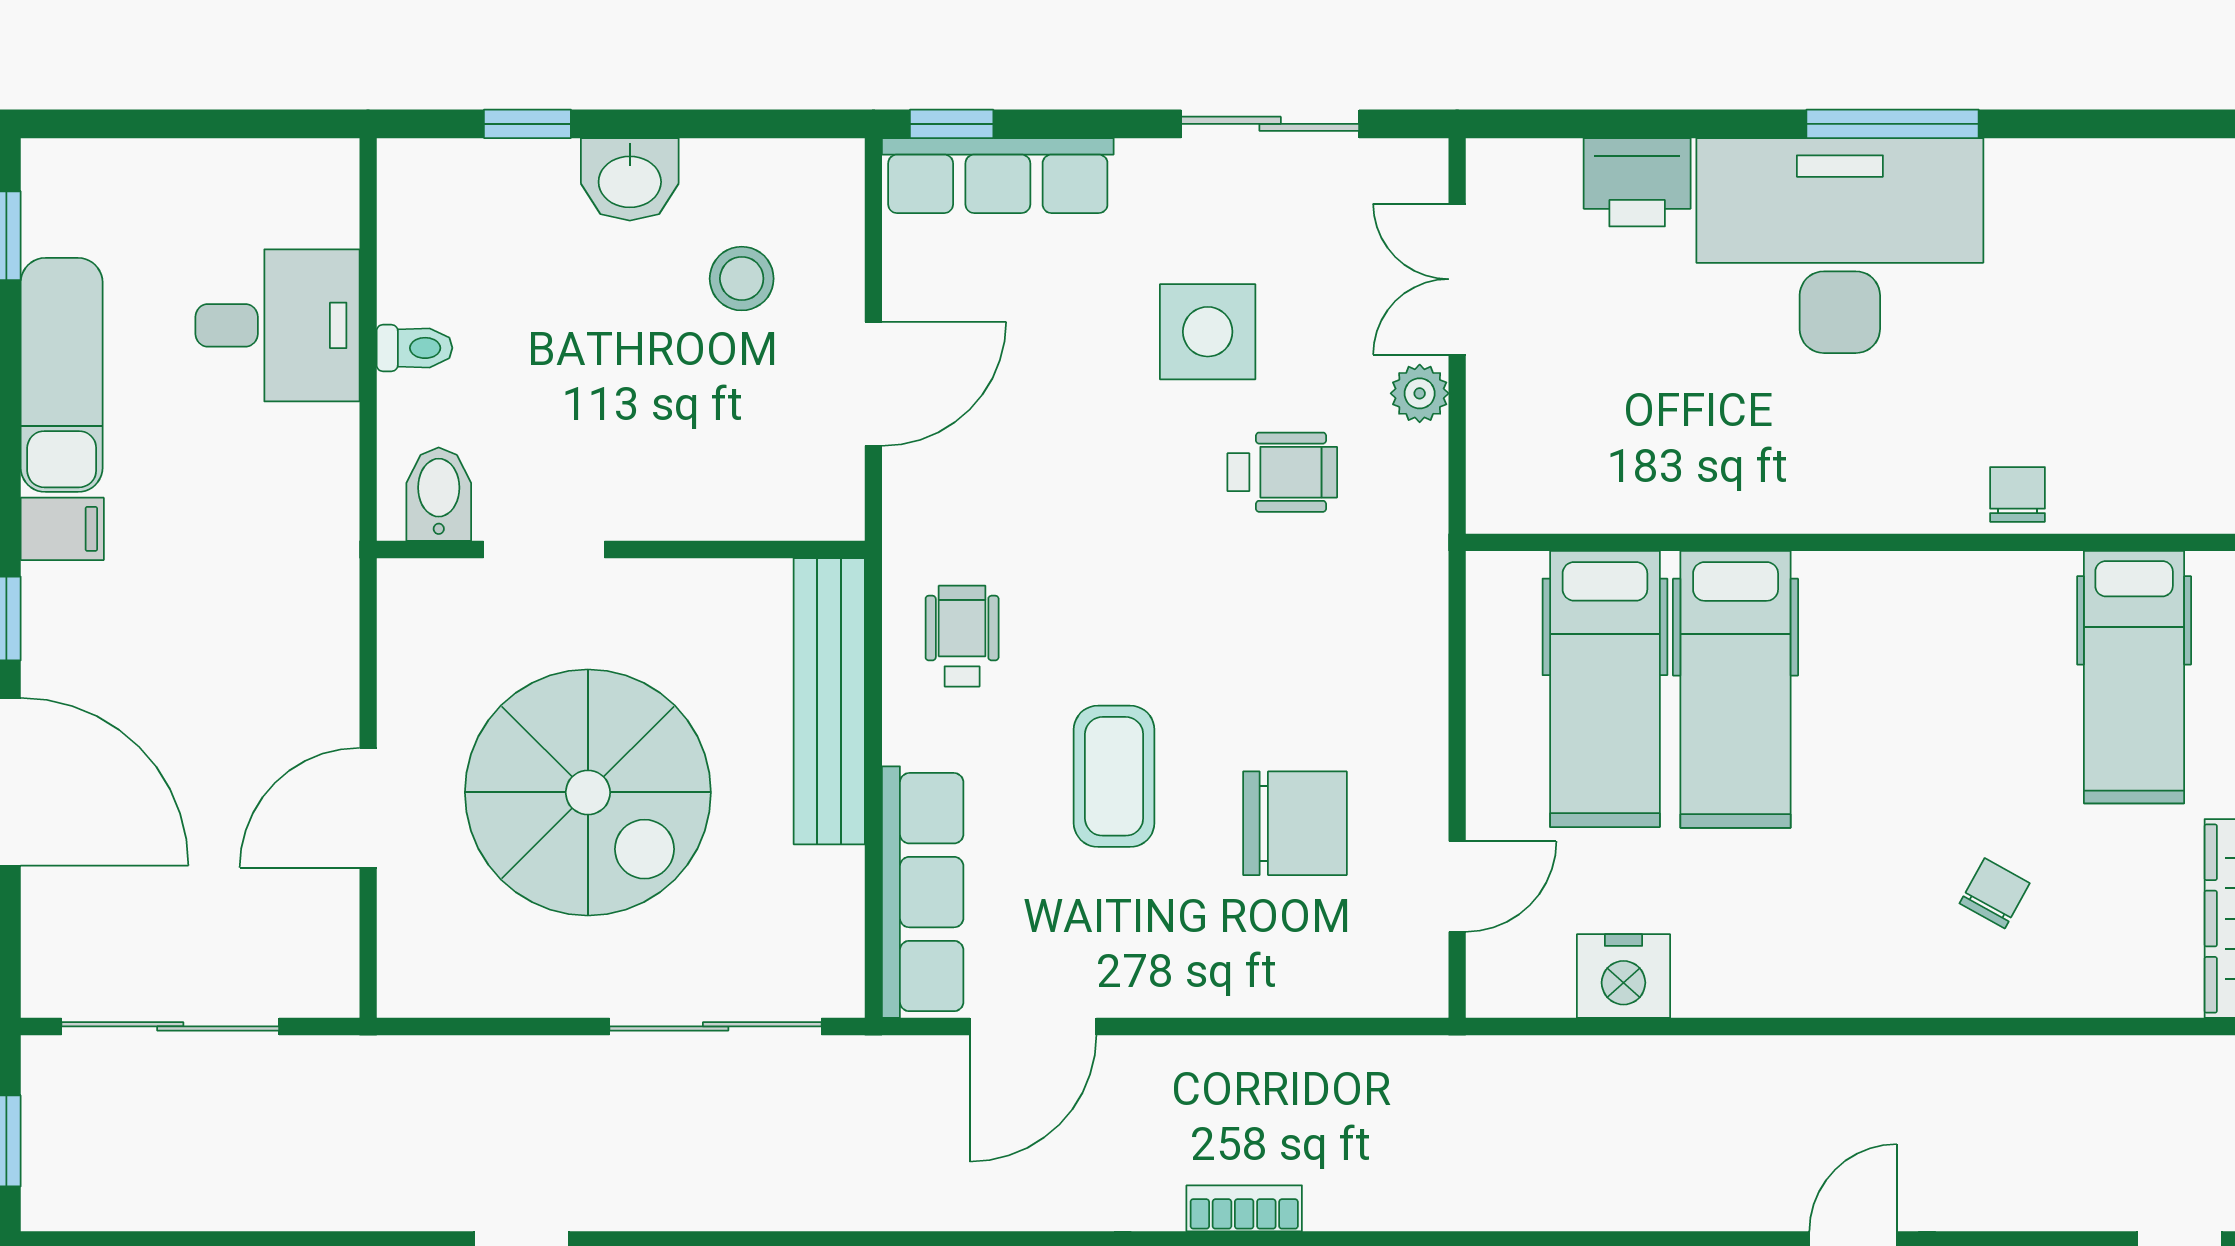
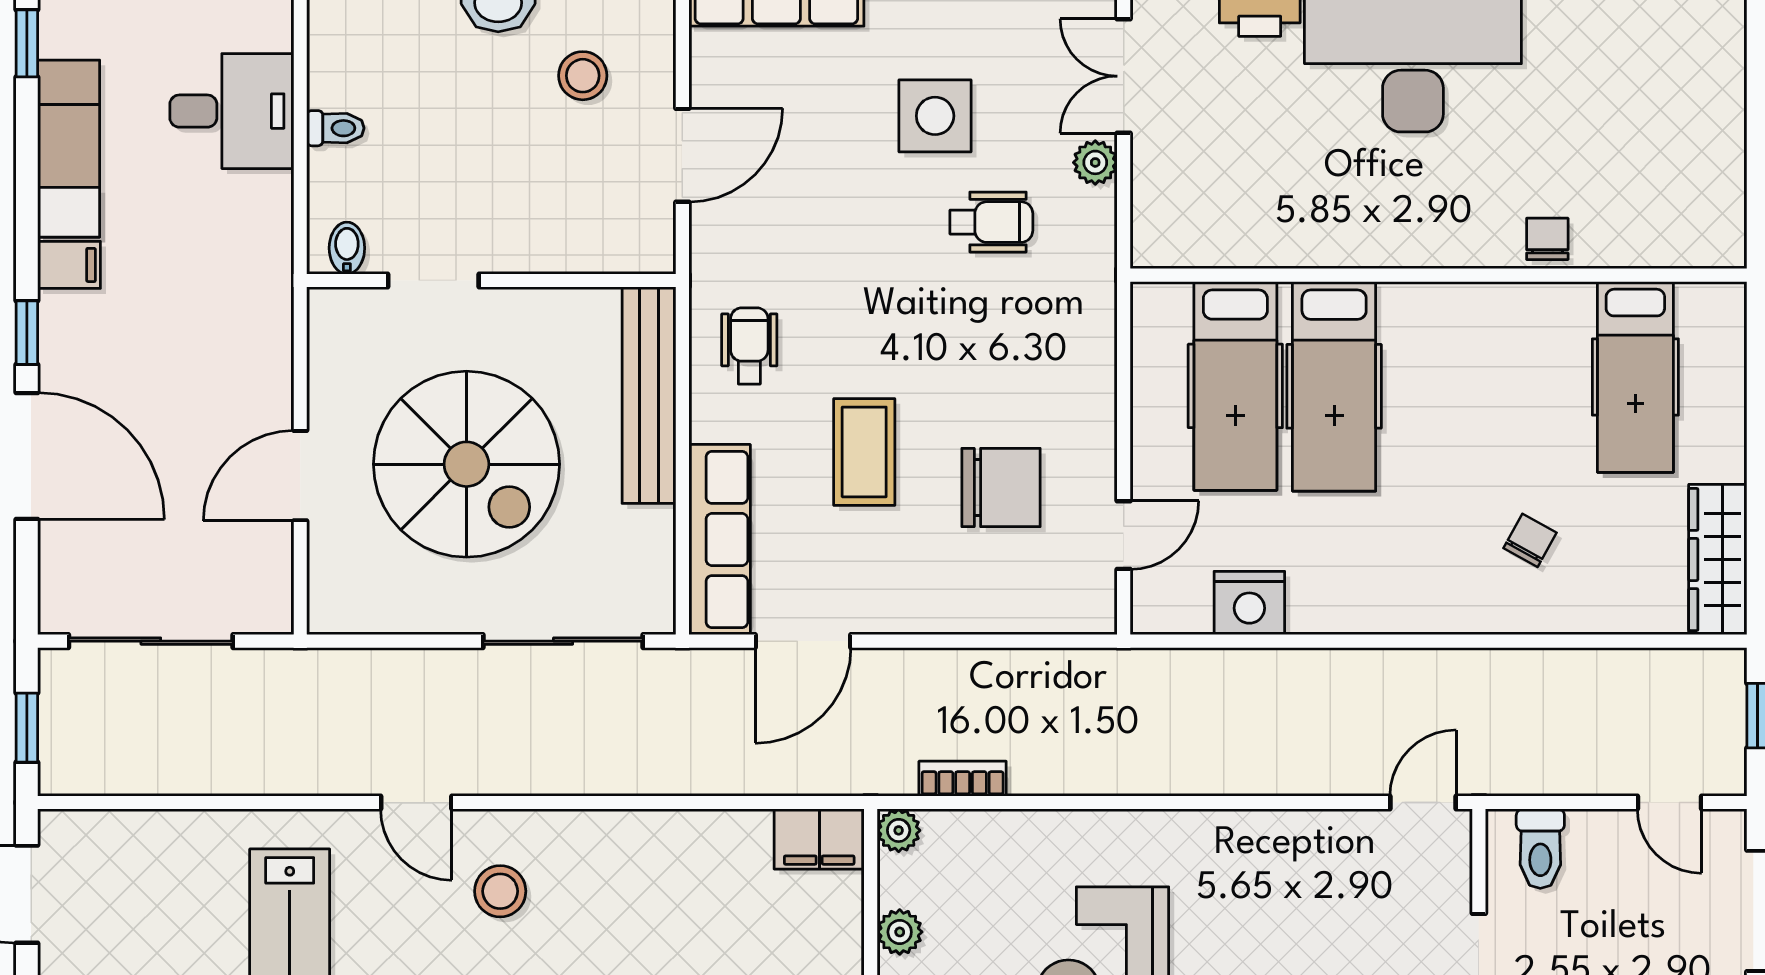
bidet: (439, 494) -> (347, 248), width x0.72, depth x0.74

